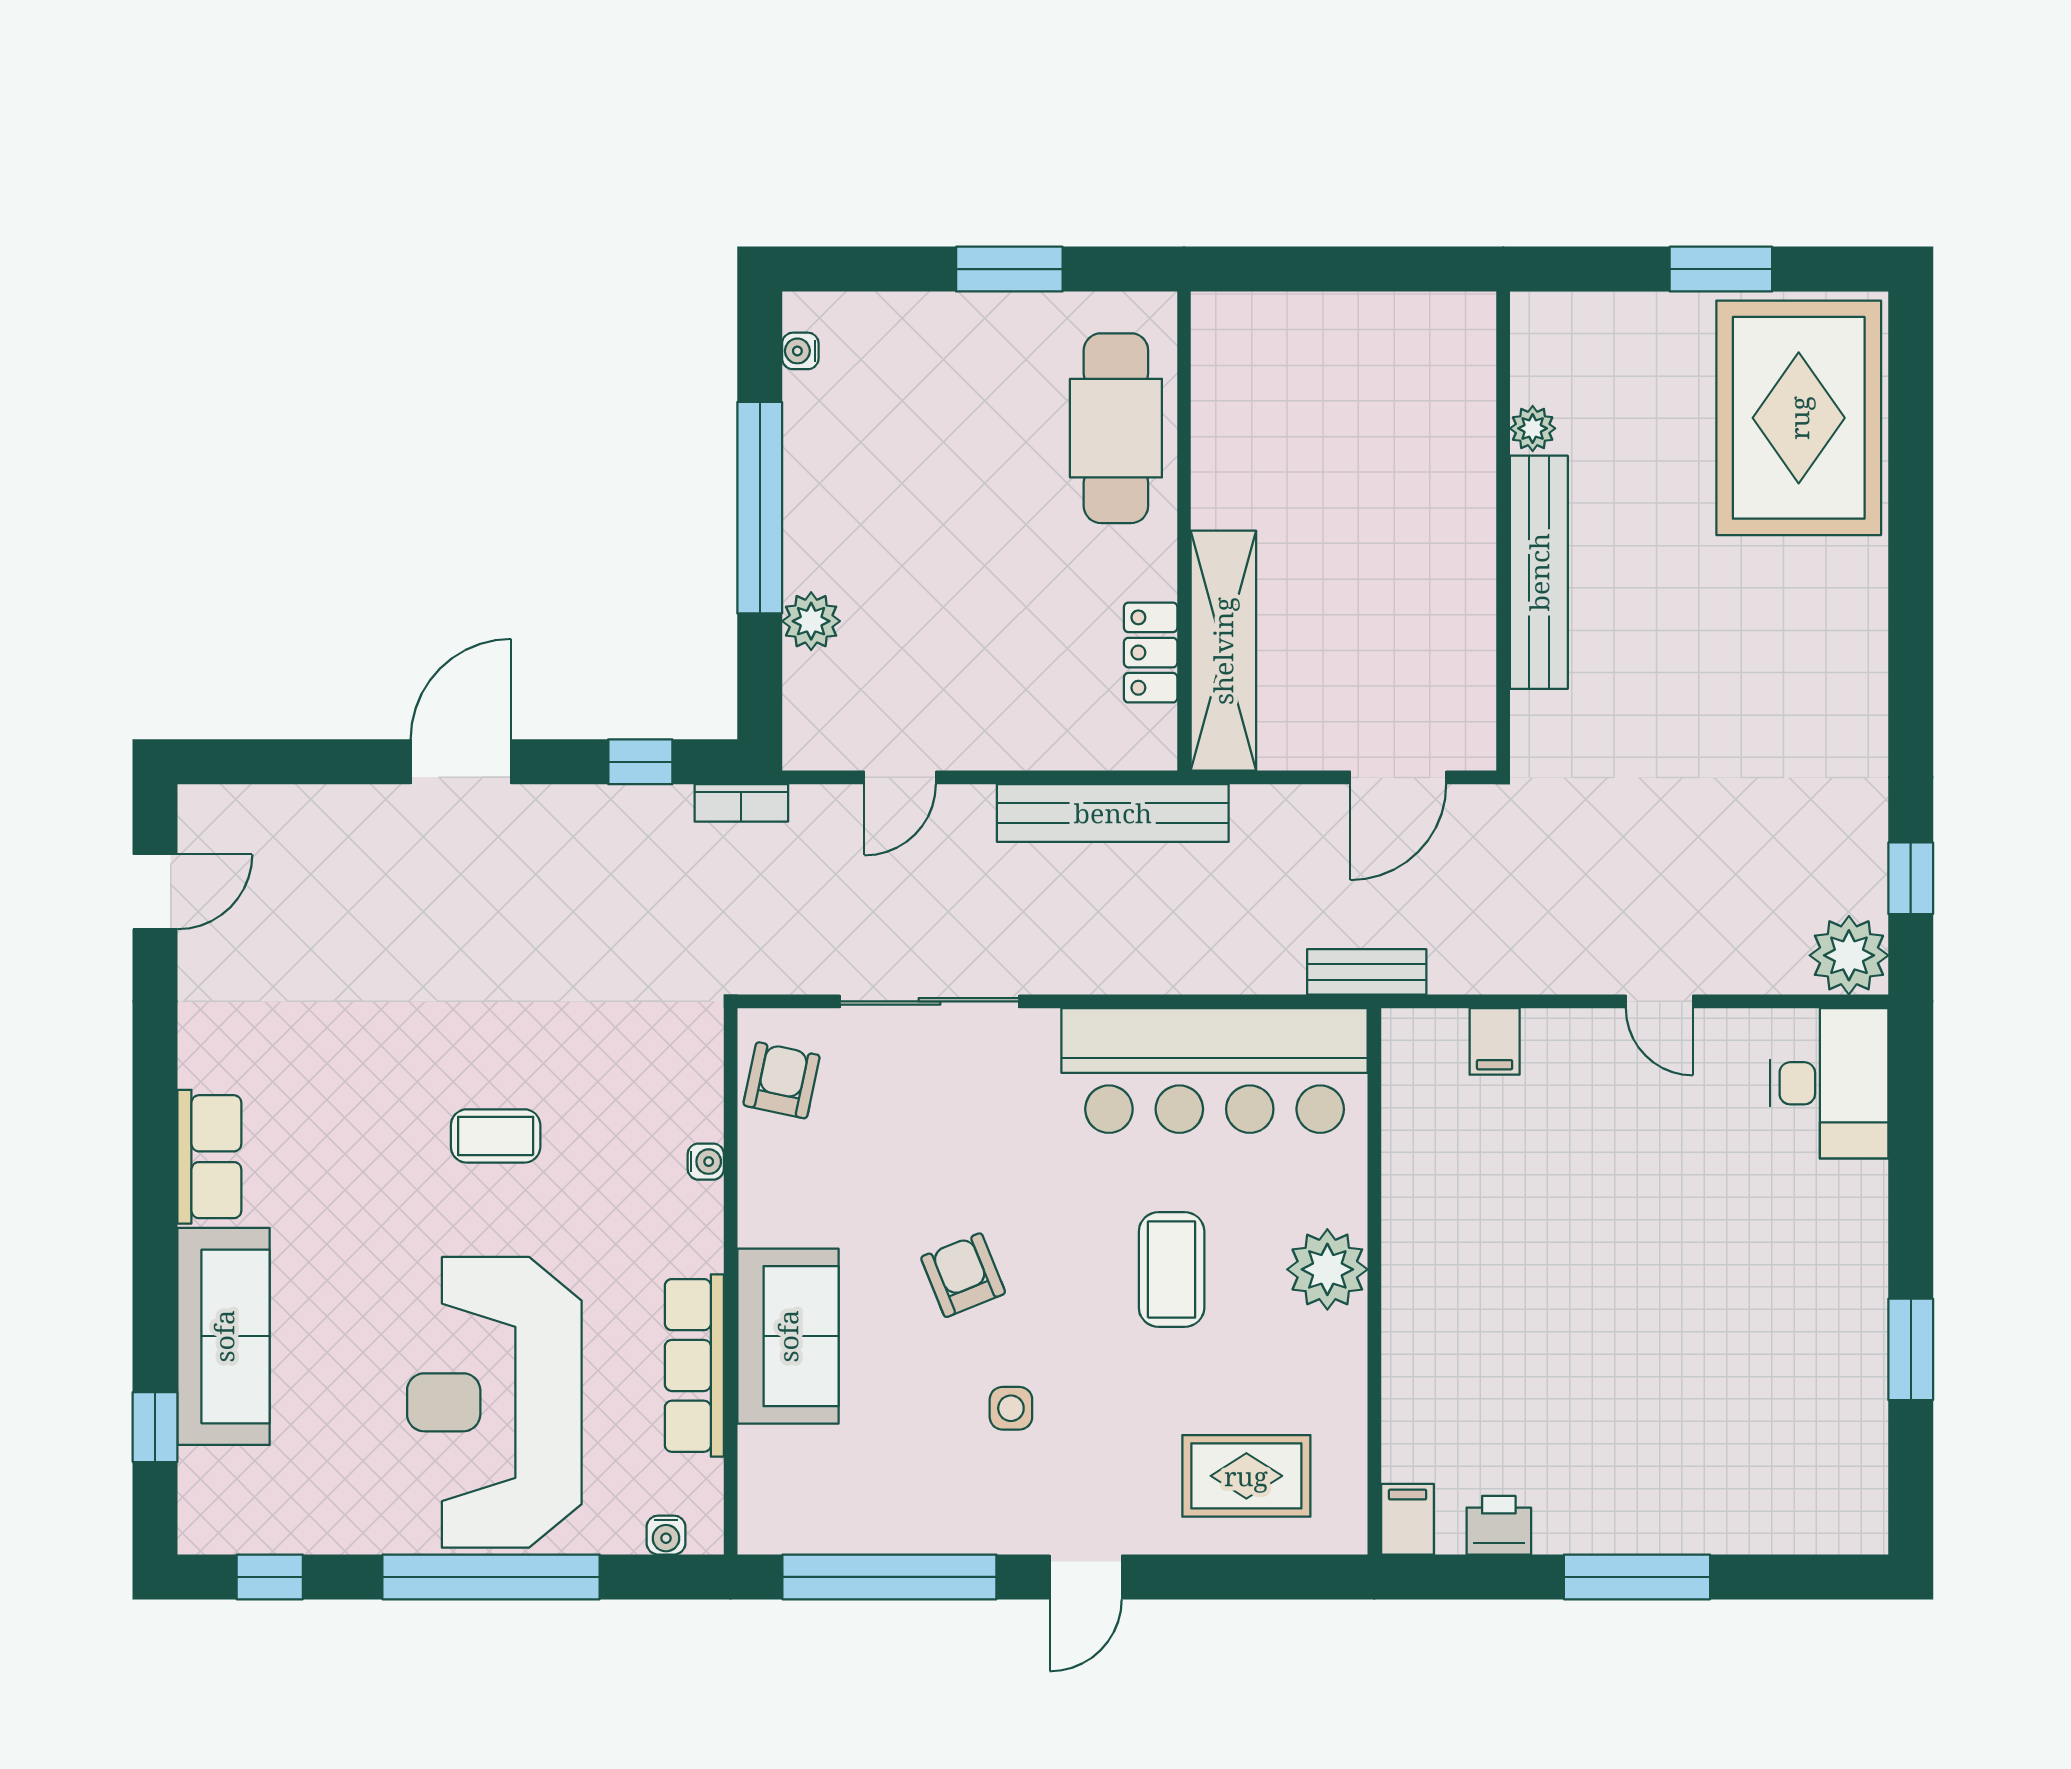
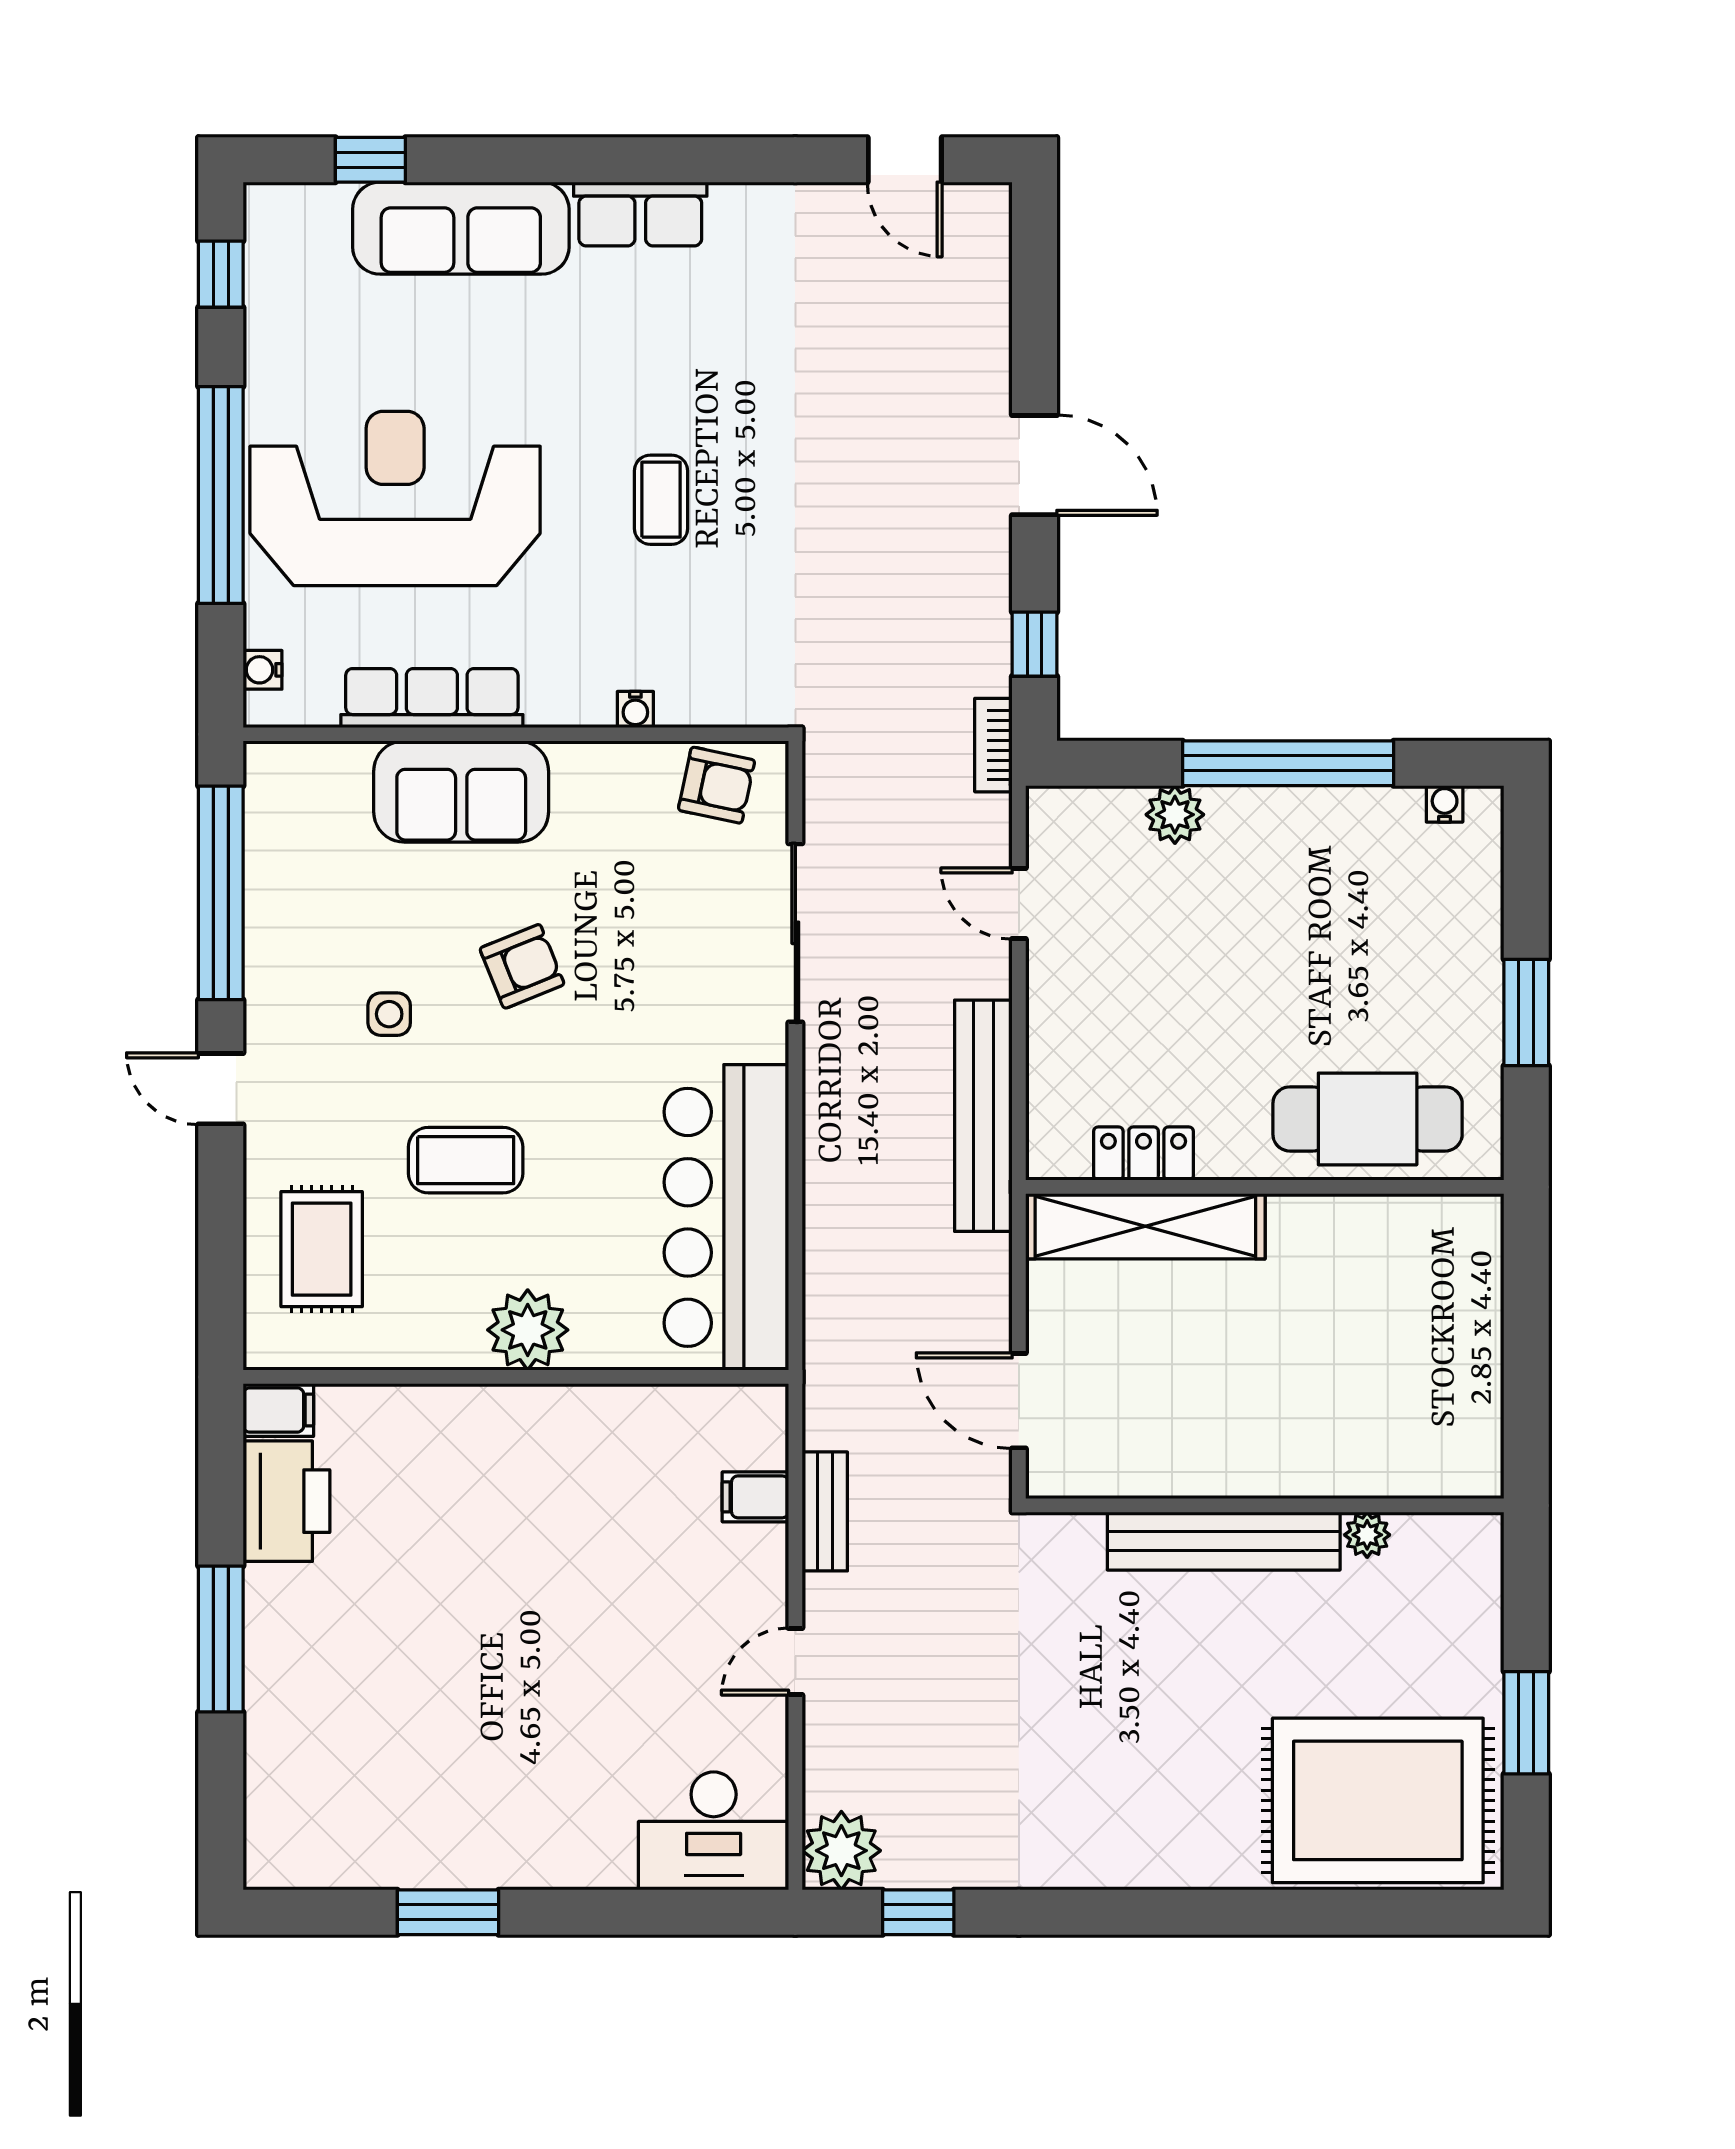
bench: (1367, 972) -> (825, 1511), moved
coffee table: (1172, 1270) -> (466, 1160), moved
printer: (1499, 1525) -> (286, 1501), width x1.87, depth x1.48

